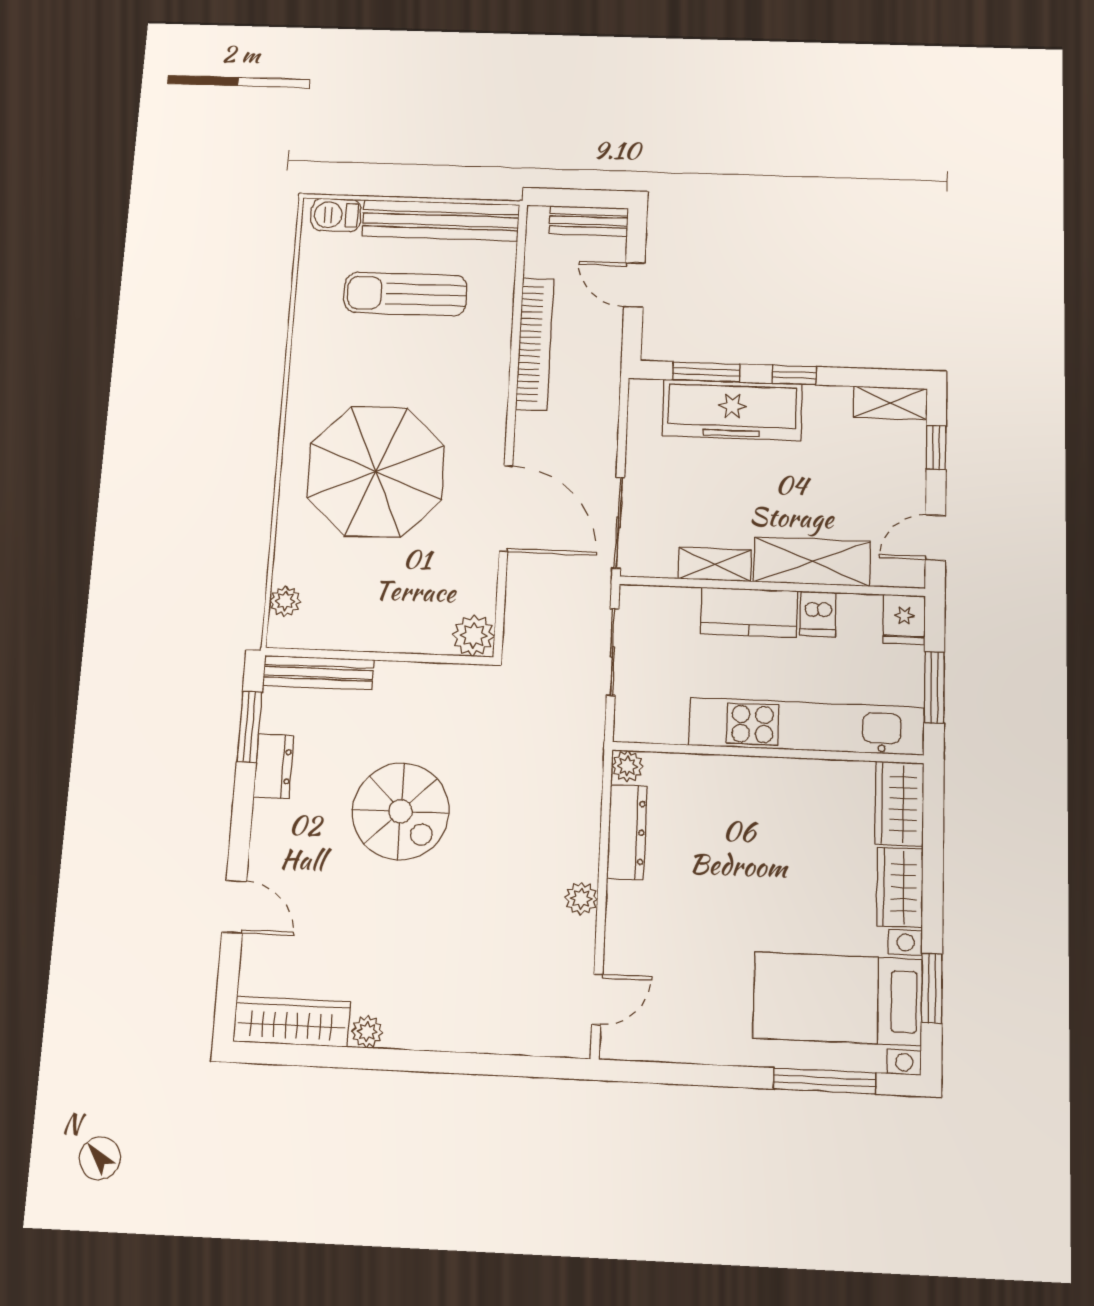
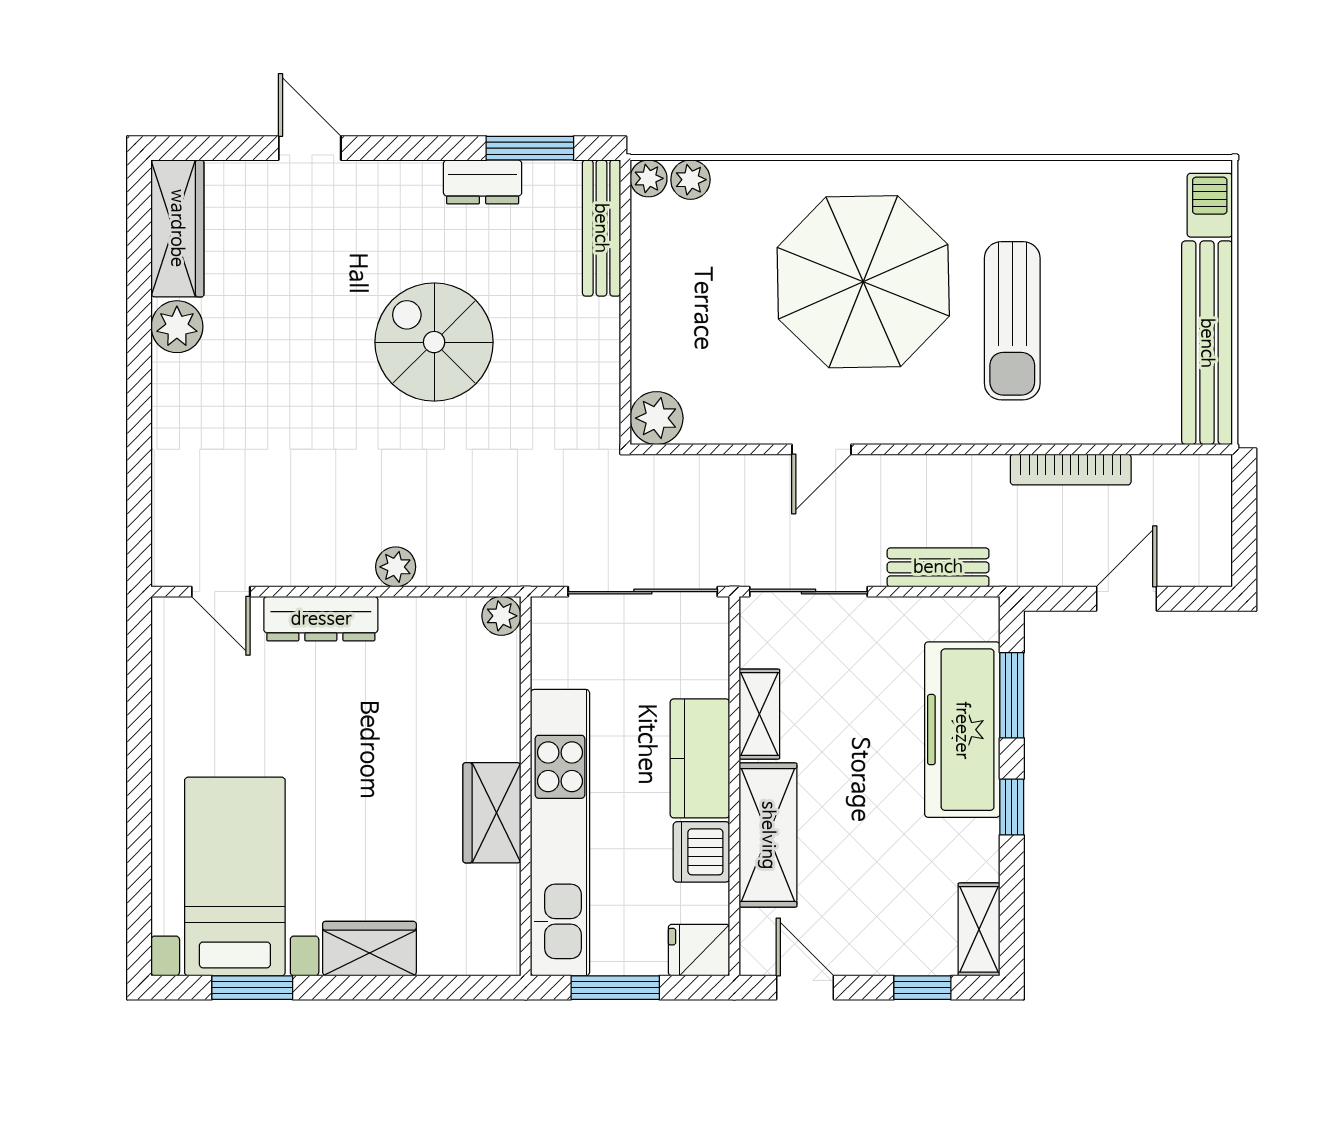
bench: (589, 221) -> (938, 567), moved, turned 90
sun lounger: (405, 294) -> (1012, 321), moved, turned 180
bookcase: (535, 344) -> (1071, 470), width x0.68, depth x0.76
door: (506, 508) -> (821, 449), width x0.53
dishwasher: (818, 614) -> (701, 852), width x1.38
plant: (281, 634) -> (649, 178), added
sliding door: (613, 652) -> (643, 592), width x1.37
wardrobe: (899, 804) -> (492, 813), moved, turned -90
spiral stairs: (401, 811) -> (434, 342), turned 90
dresser: (627, 832) -> (321, 619), moved
plant: (581, 899) -> (396, 567), moved
door: (234, 907) -> (310, 148), swing flipped
plant: (367, 1032) -> (177, 327), width x1.38, depth x1.38
window: (825, 1081) -> (139, 863), removed

